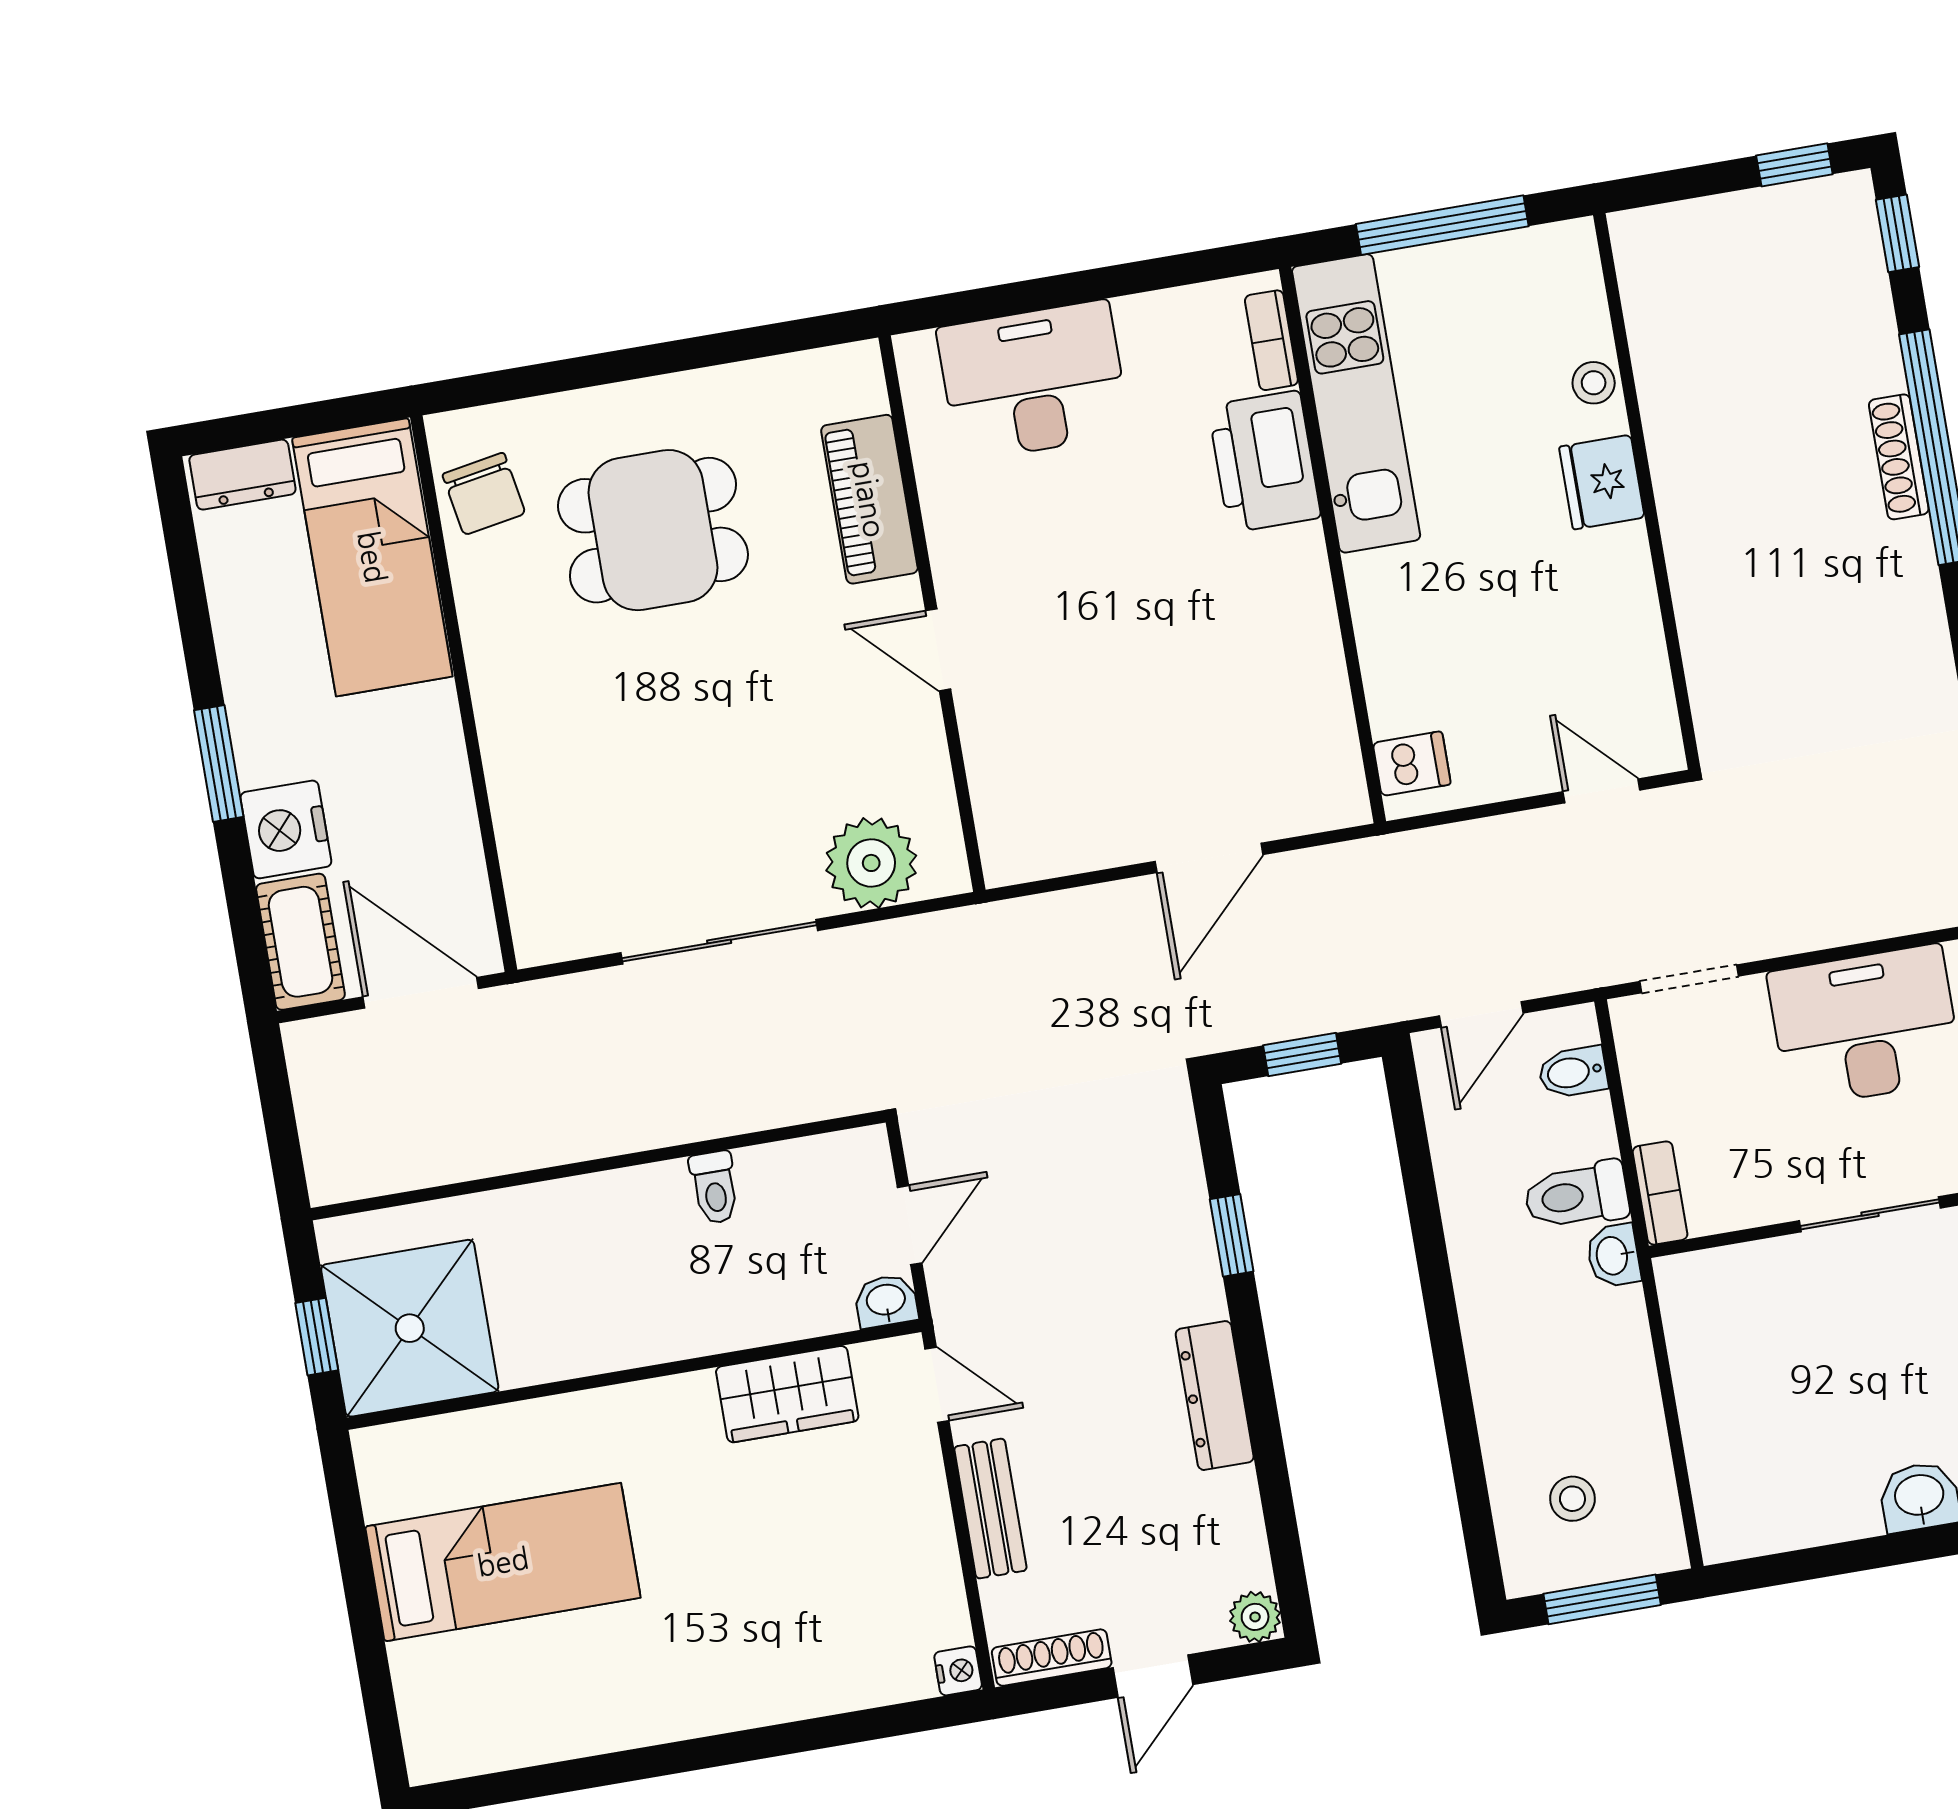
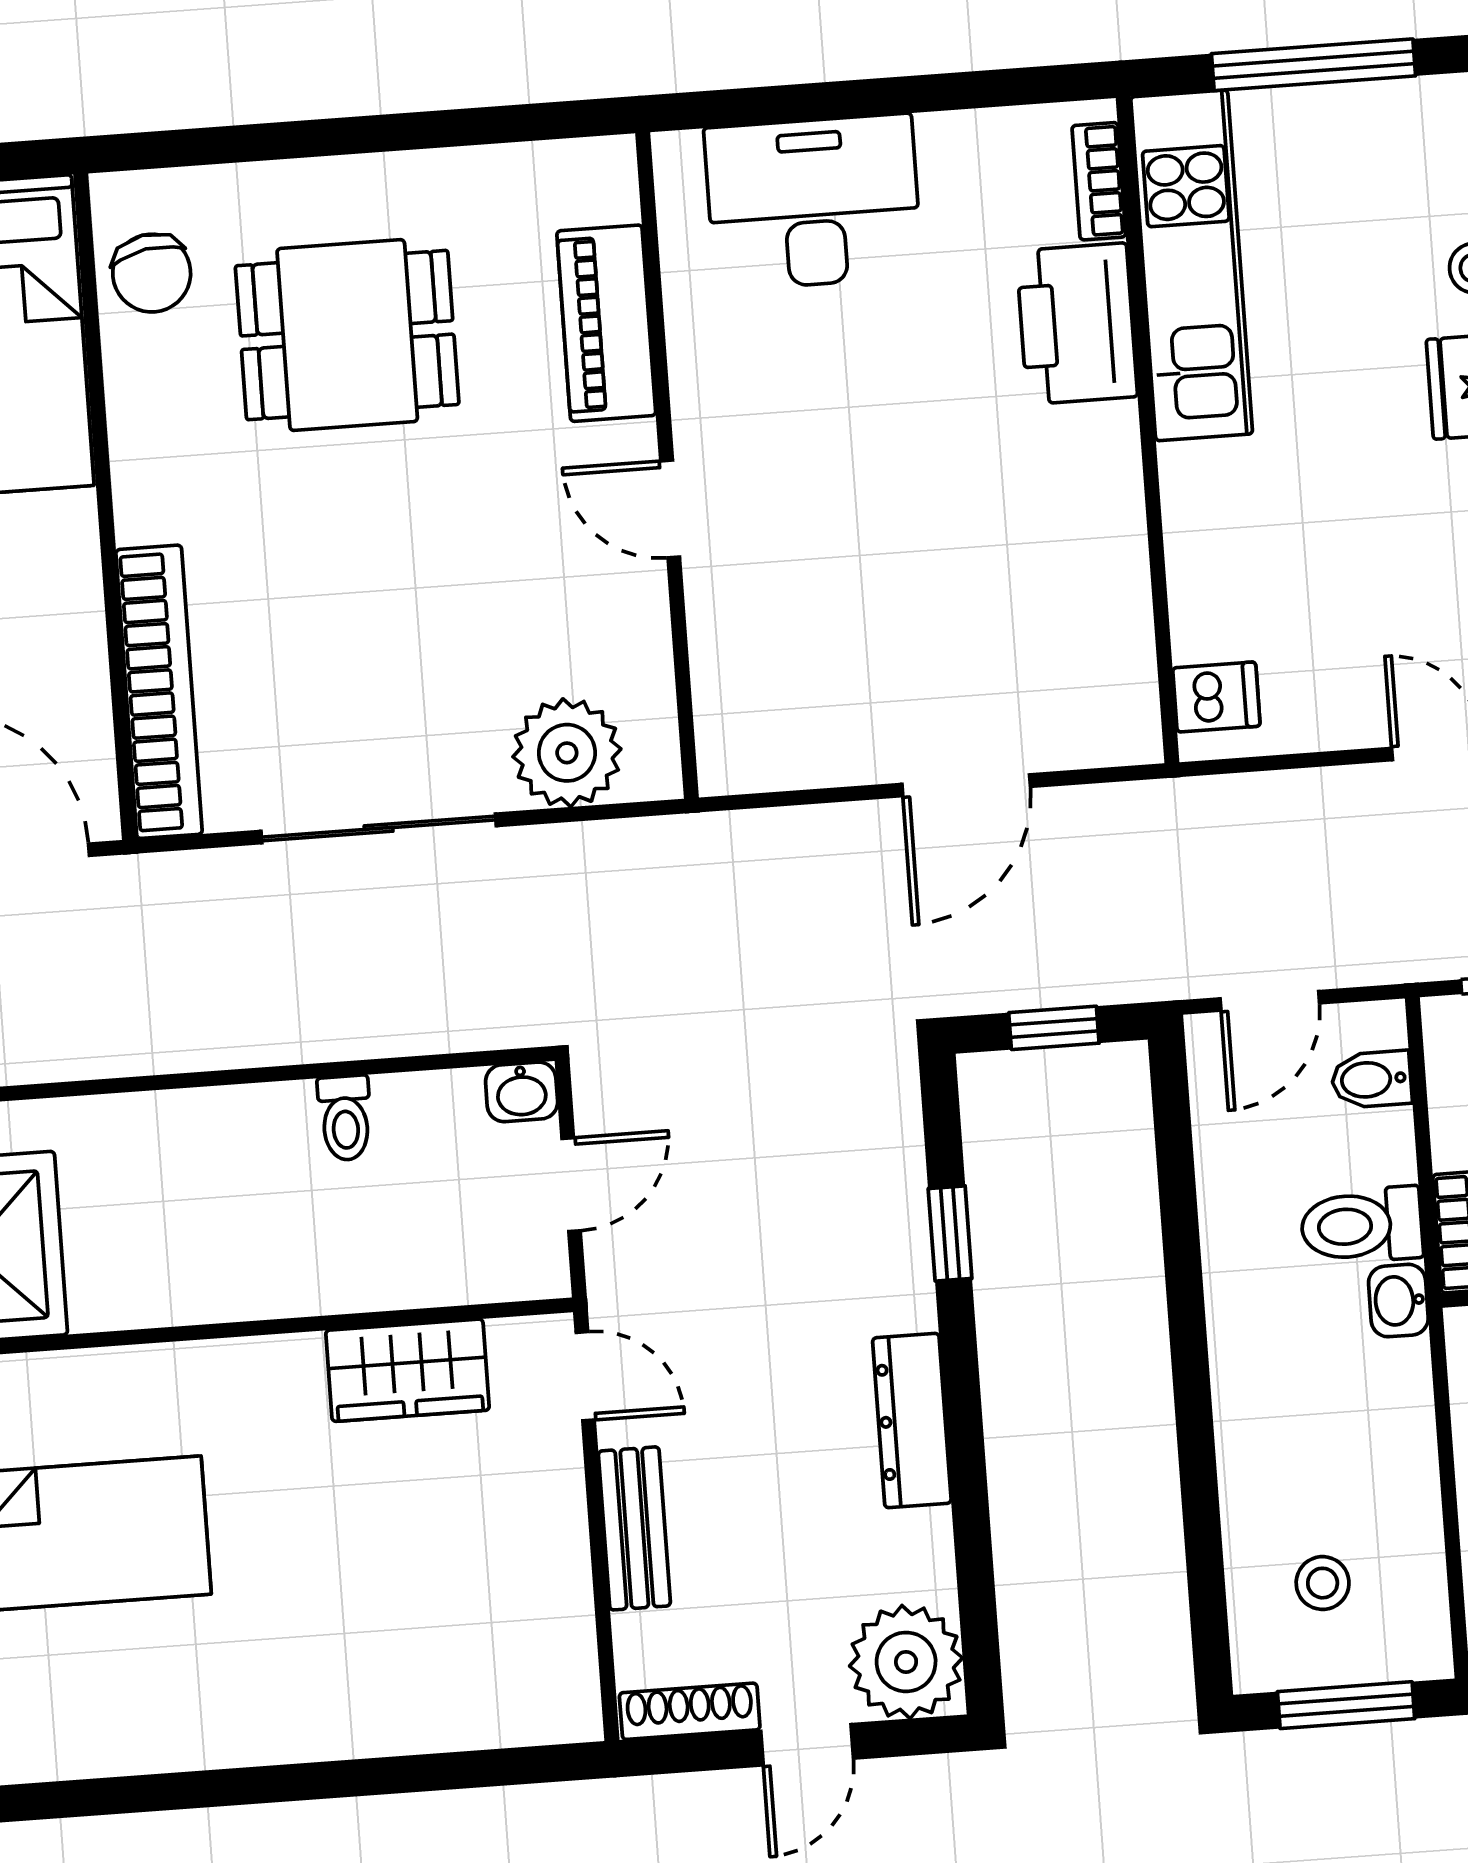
bookcase: (524, 845) -> (159, 692), added
washbasin: (886, 1301) -> (522, 1092), moved, turned 180
plant: (1255, 1617) -> (906, 1662), width x1.88, depth x1.88
nightstand: (958, 1671) -> (578, 1716), removed

